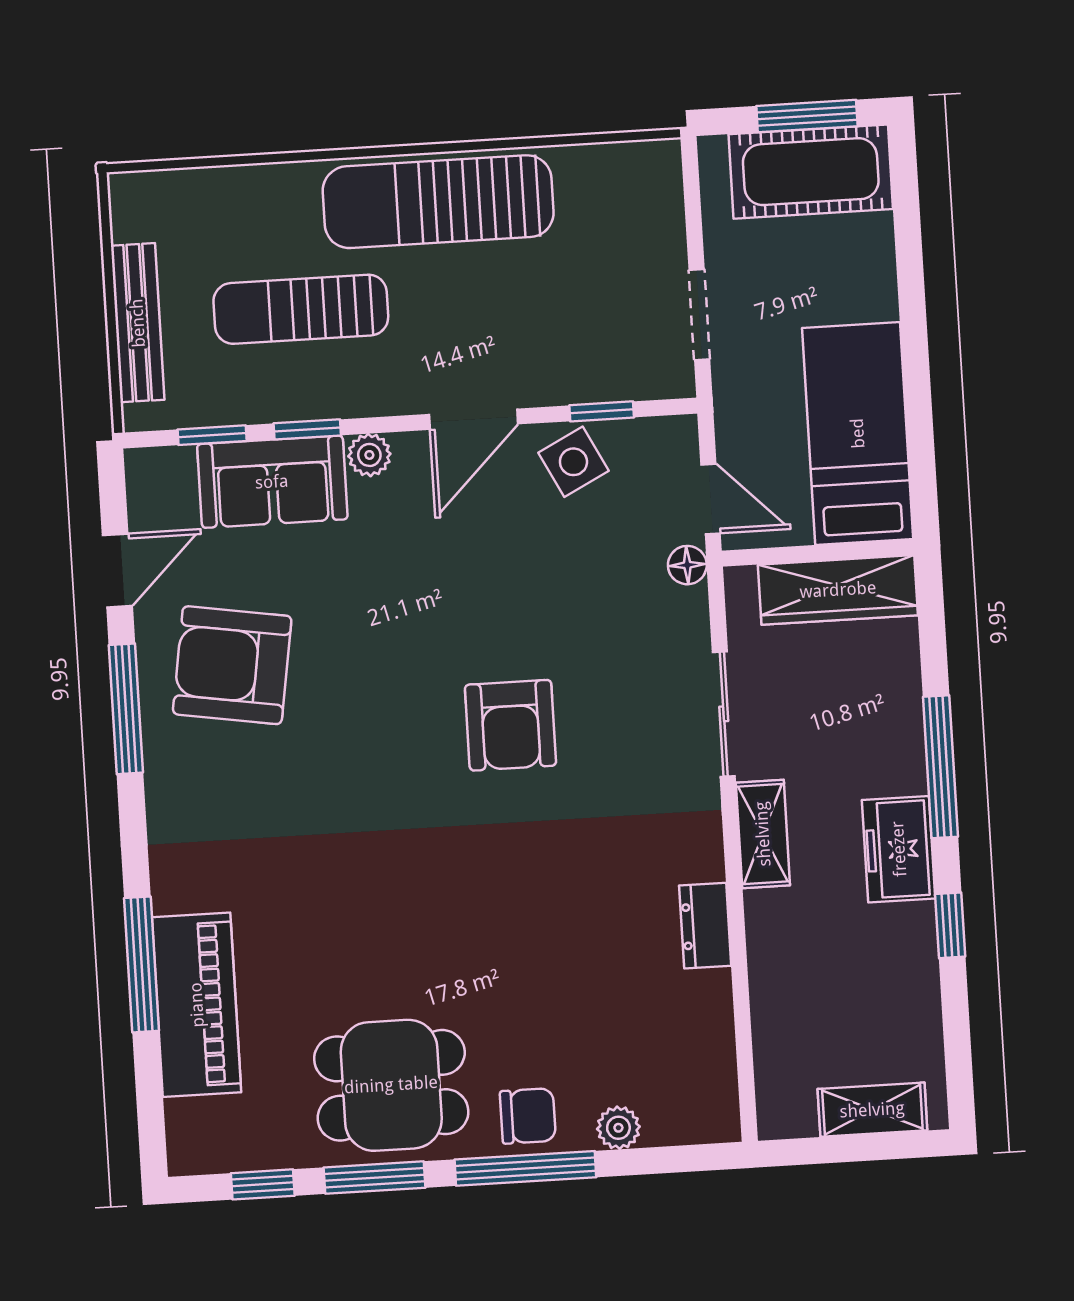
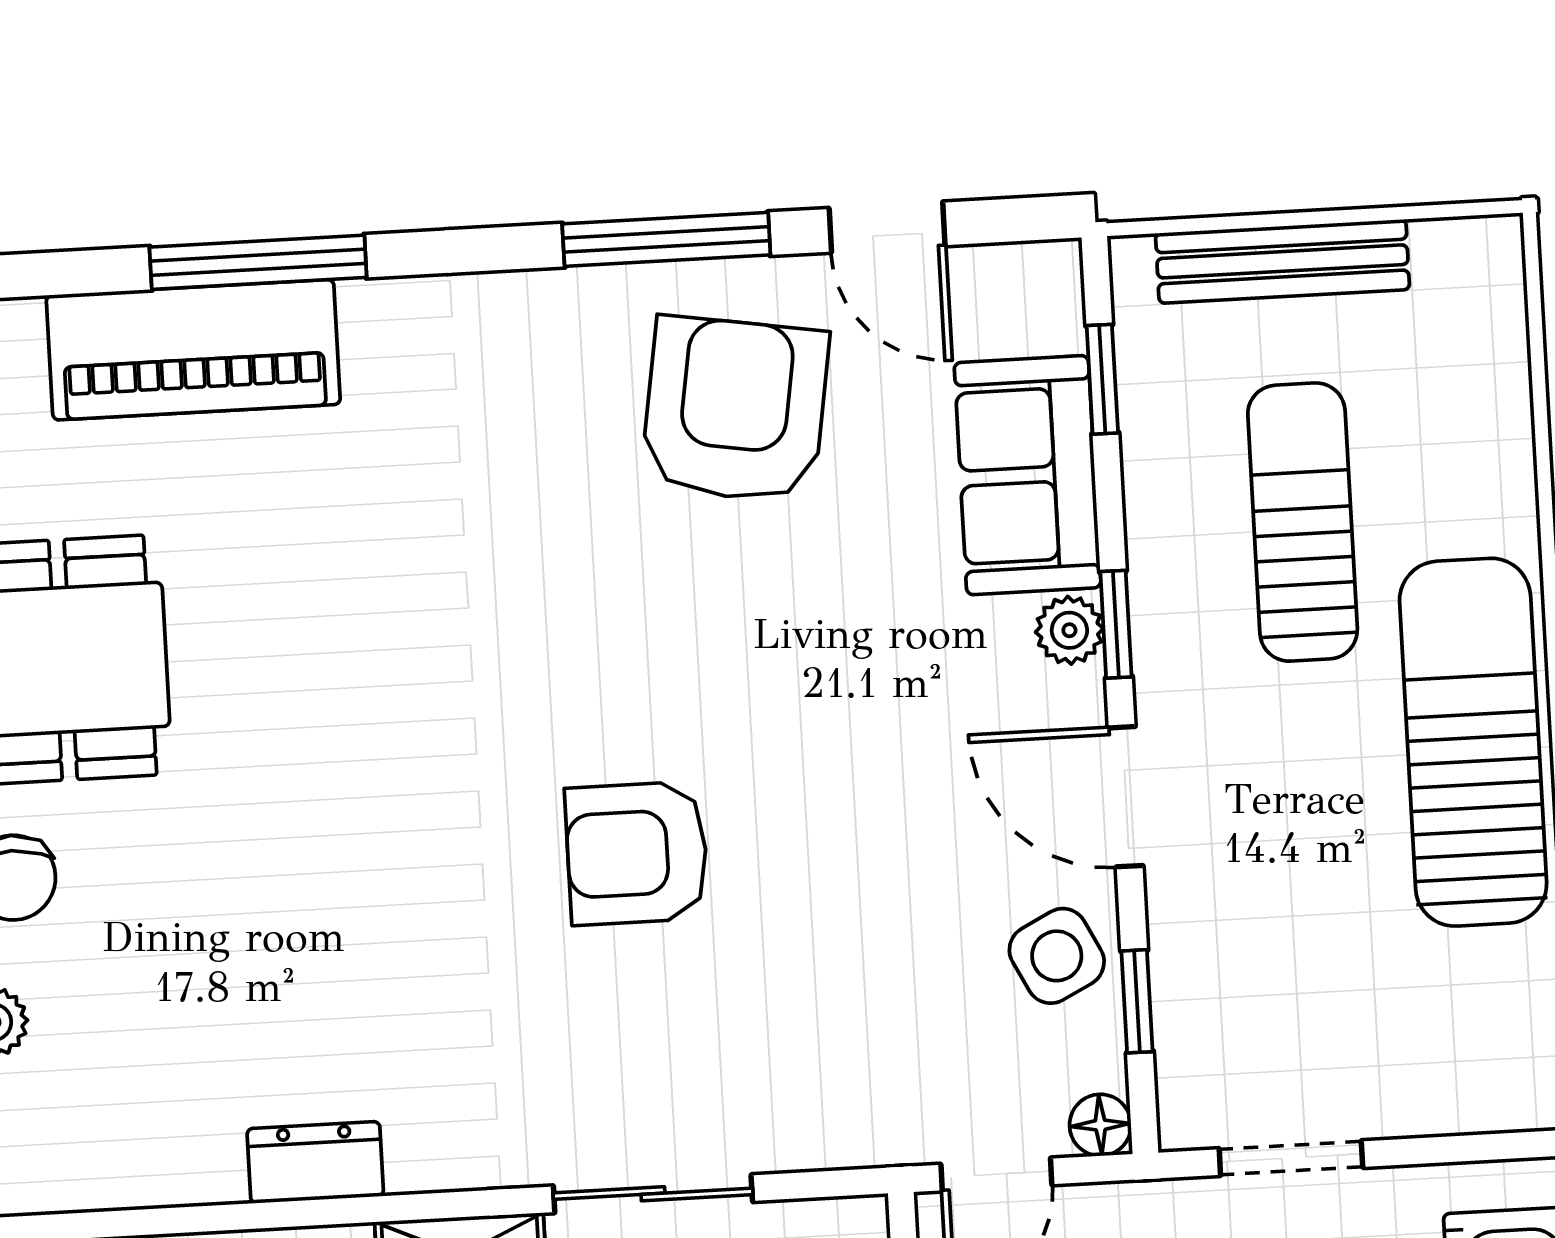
window: (307, 429) -> (1116, 624), moved
floor lamp: (687, 565) -> (1100, 1125), moved

